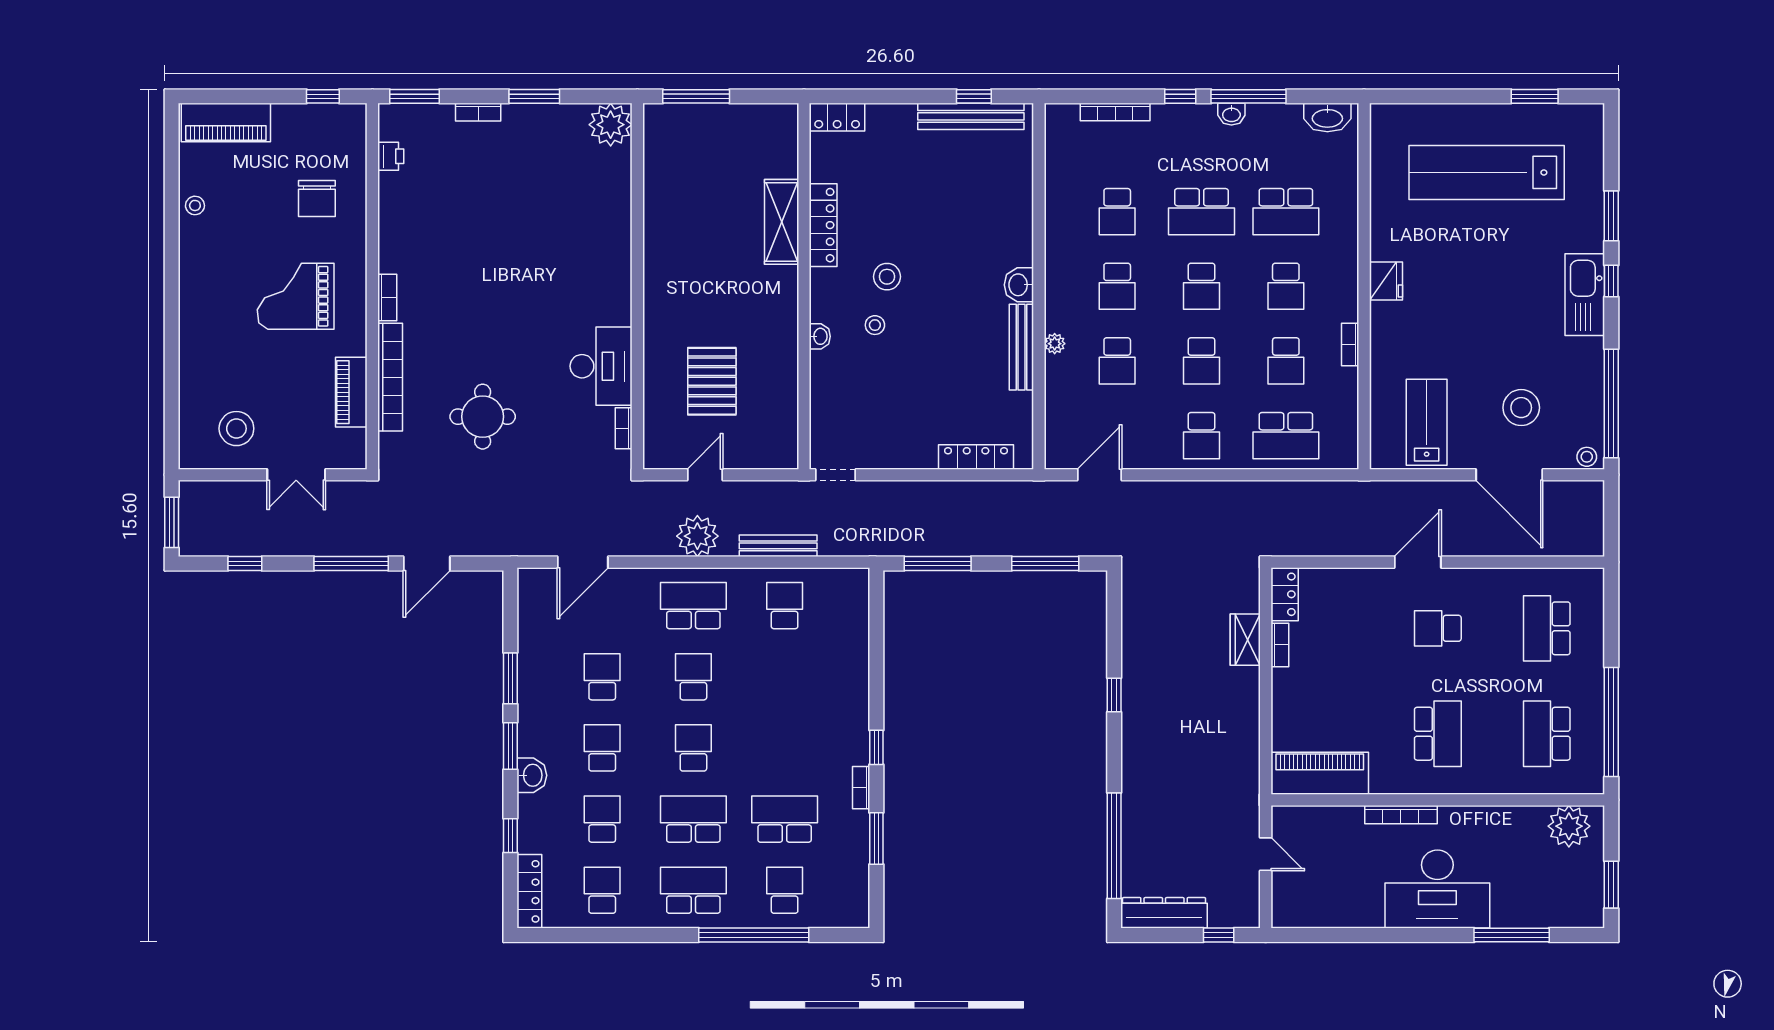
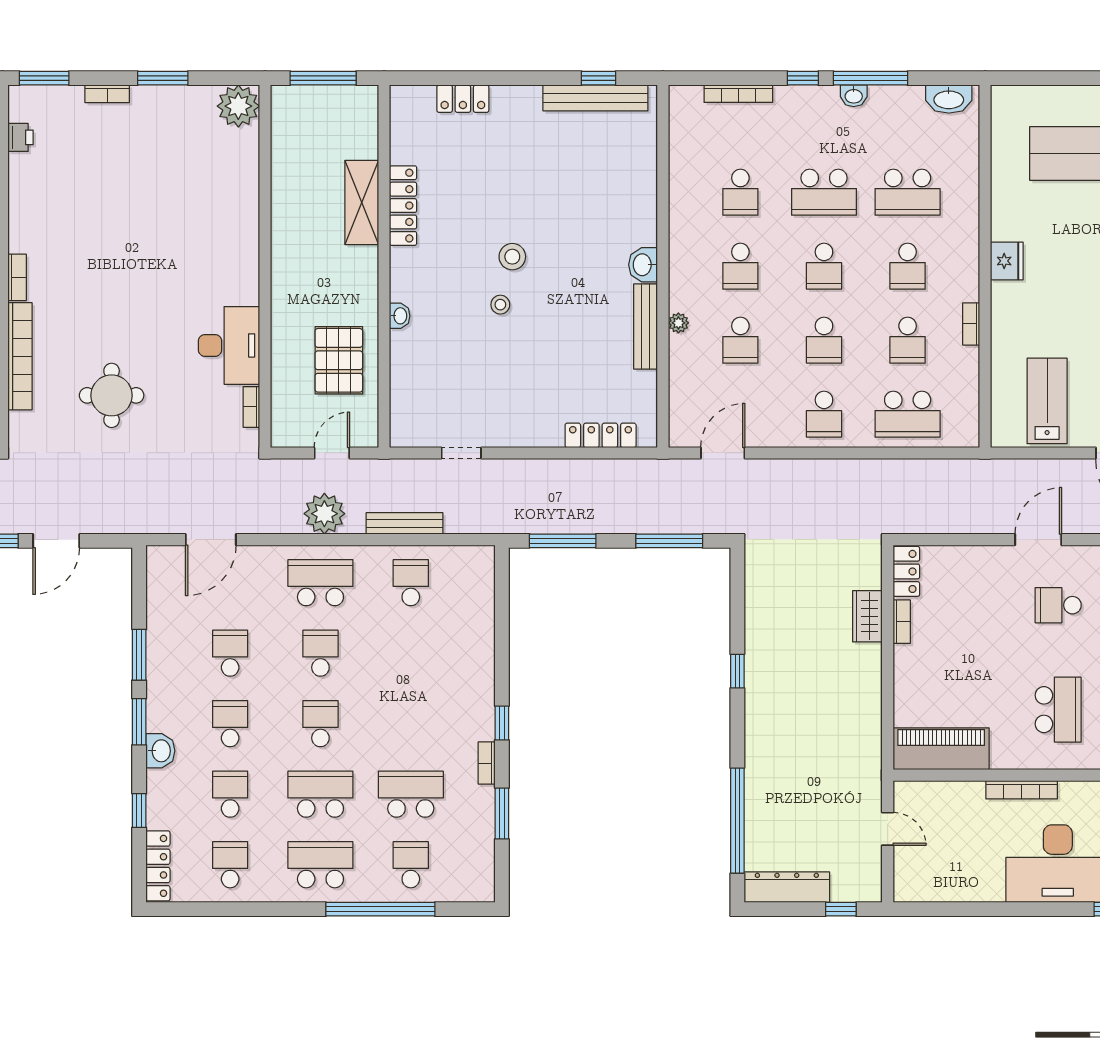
shelving: (782, 222) -> (362, 202), moved
locker: (823, 225) -> (403, 206), moved
wall: (804, 286) -> (384, 266), moved
washbasin: (820, 336) -> (400, 316), moved

